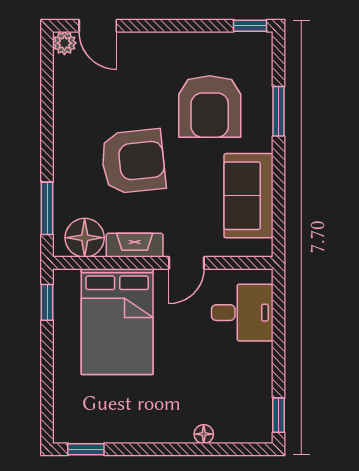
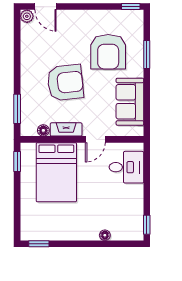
floor lamp: (85, 238) -> (43, 130), width x0.53, depth x0.53

